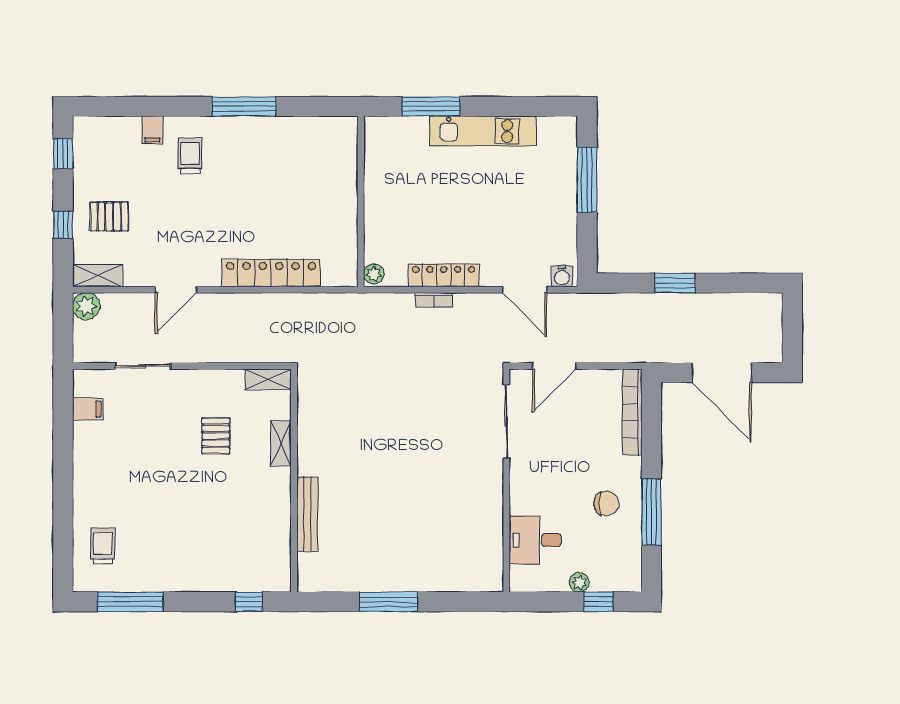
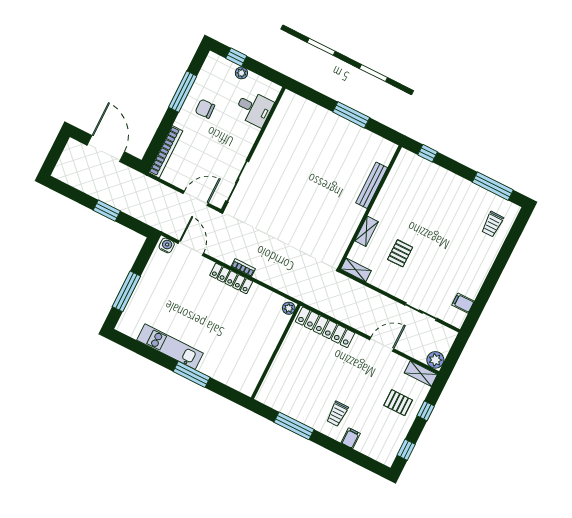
wall: (361, 201) -> (276, 352), moved
plant: (374, 274) -> (289, 308), moved

